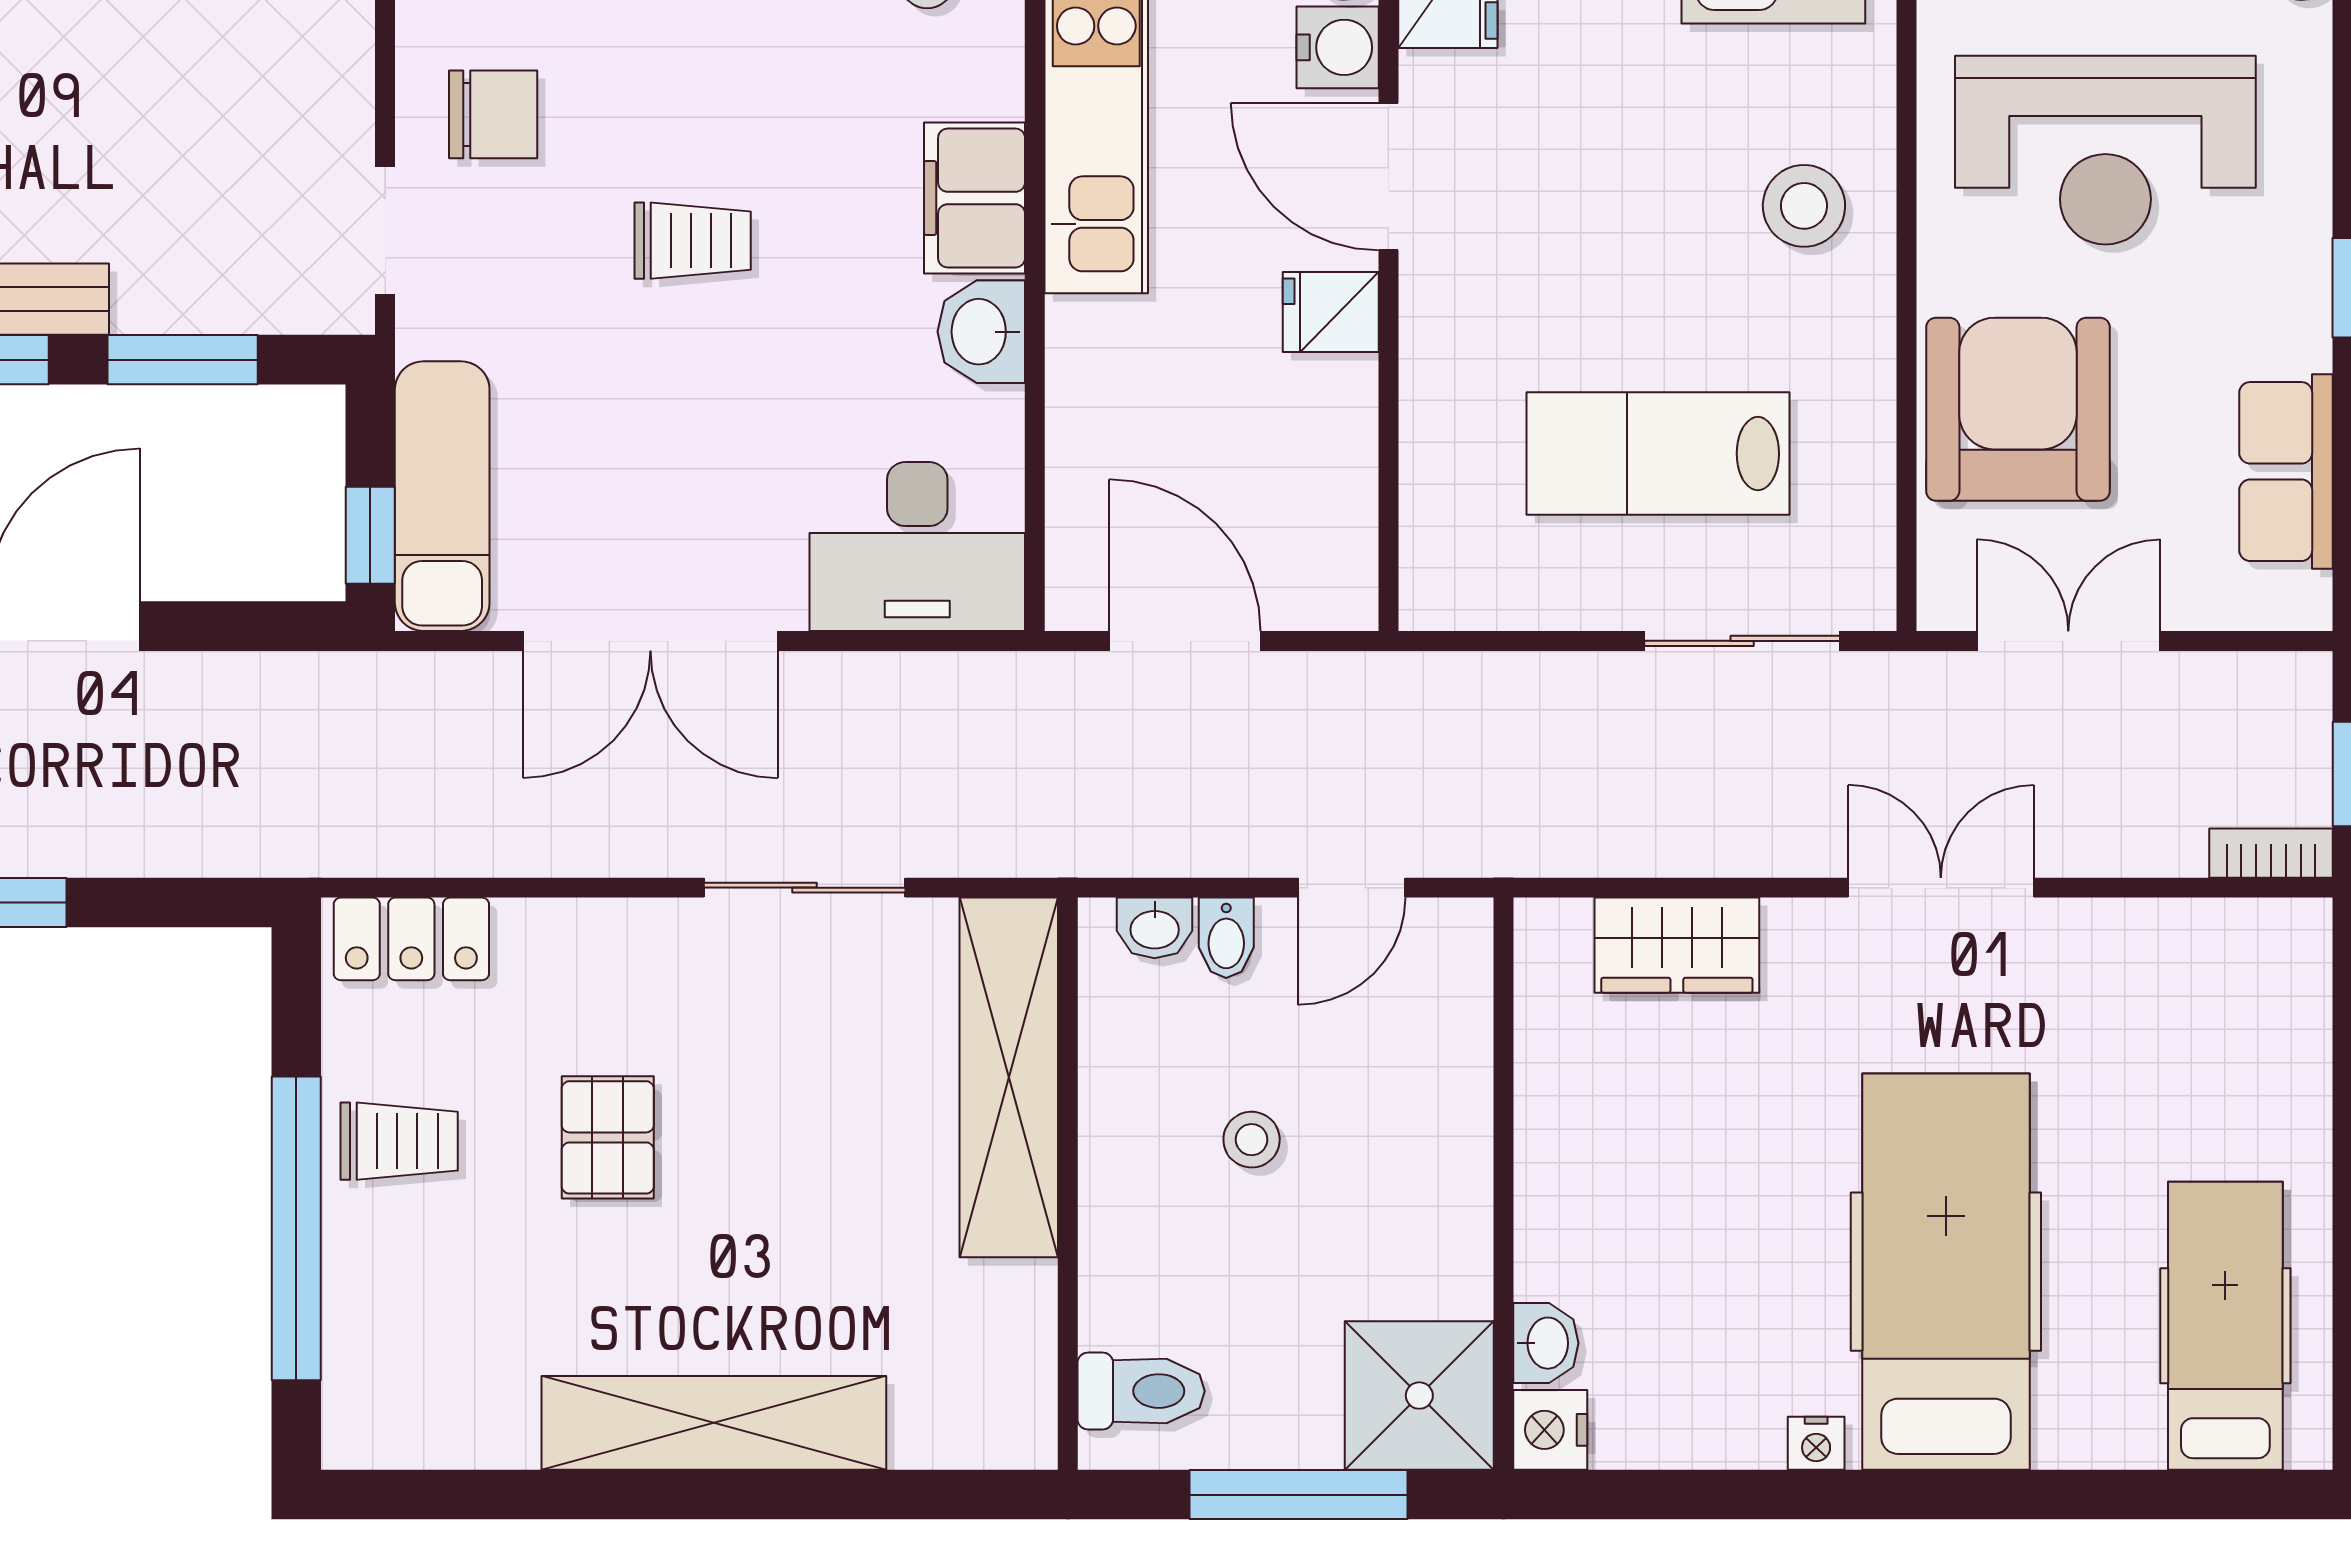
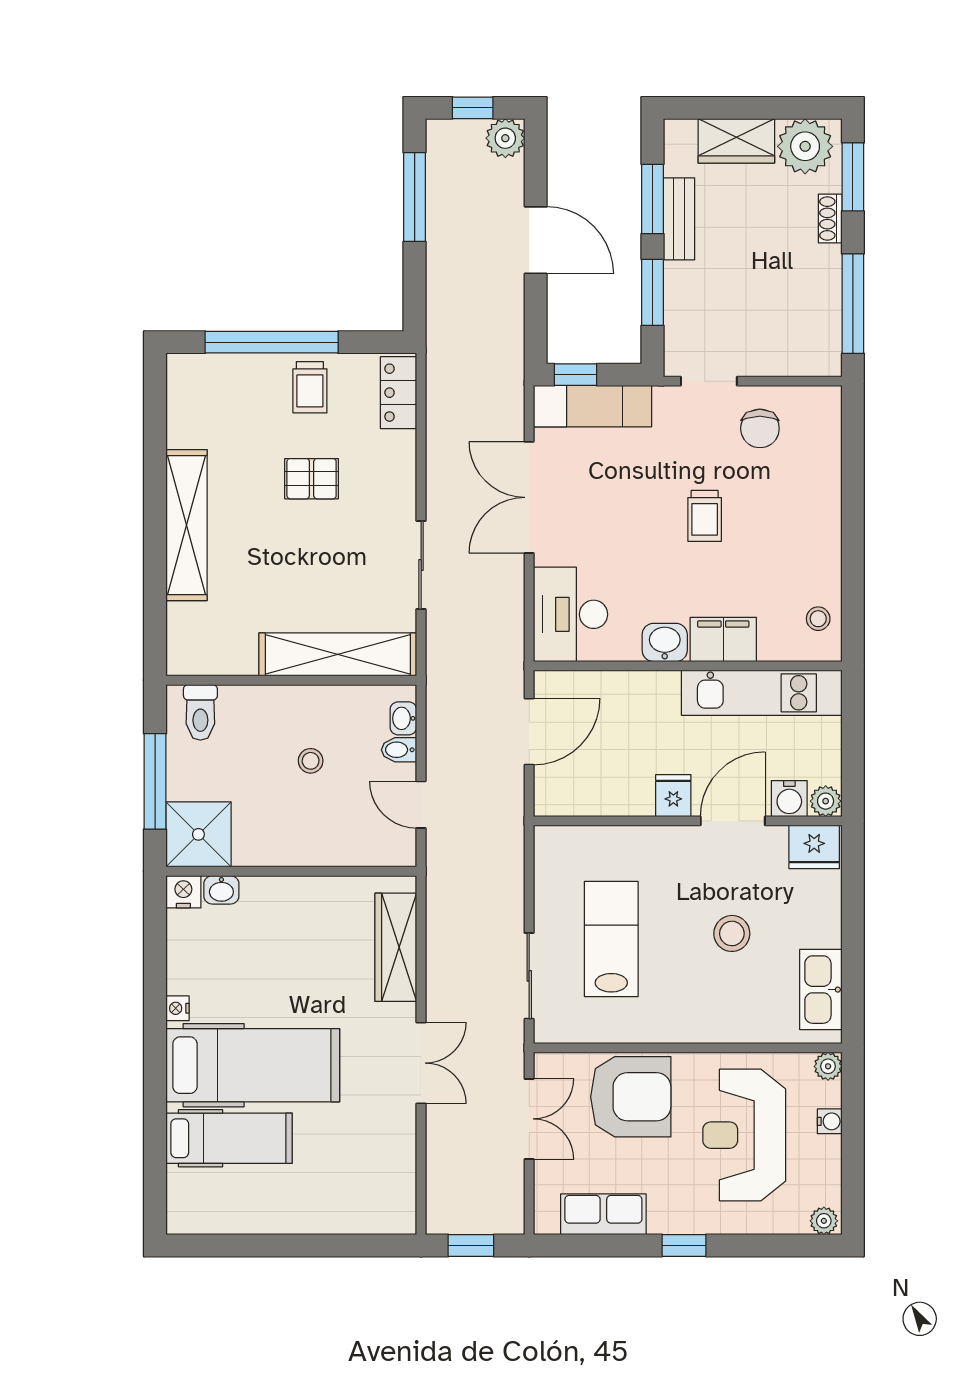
stool: (1804, 206) -> (732, 933), moved
bookcase: (2271, 853) -> (436, 1208), removed
wardrobe: (1677, 945) -> (396, 947), width x1.50
hospital bed: (2225, 1326) -> (229, 1138), moved

